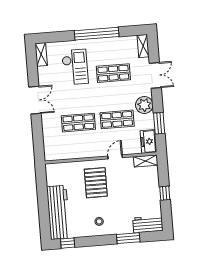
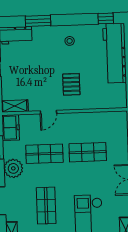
shop shelf: (113, 73) -> (46, 206), turned 90
pallet: (96, 183) -> (71, 84), width x0.67, depth x0.71

